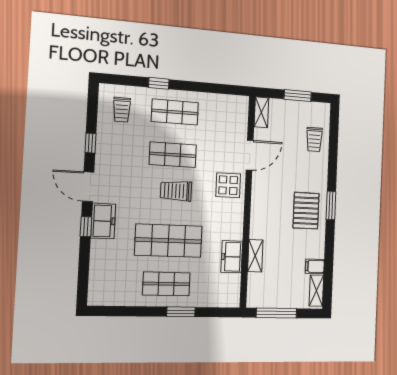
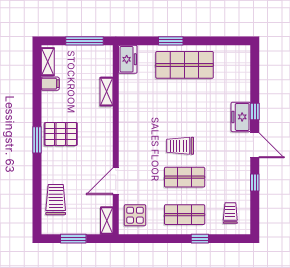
trolley: (314, 139) -> (56, 200), width x1.36, depth x1.39
display table: (228, 185) -> (135, 215), moved
trolley: (176, 191) -> (180, 146), turned 180
pallet: (306, 211) -> (61, 134), turned 90
shop shelf: (169, 241) -> (185, 102), removed
freezer: (232, 257) -> (128, 59), moved
shop shelf: (166, 284) -> (185, 65), width x1.43, depth x1.36

